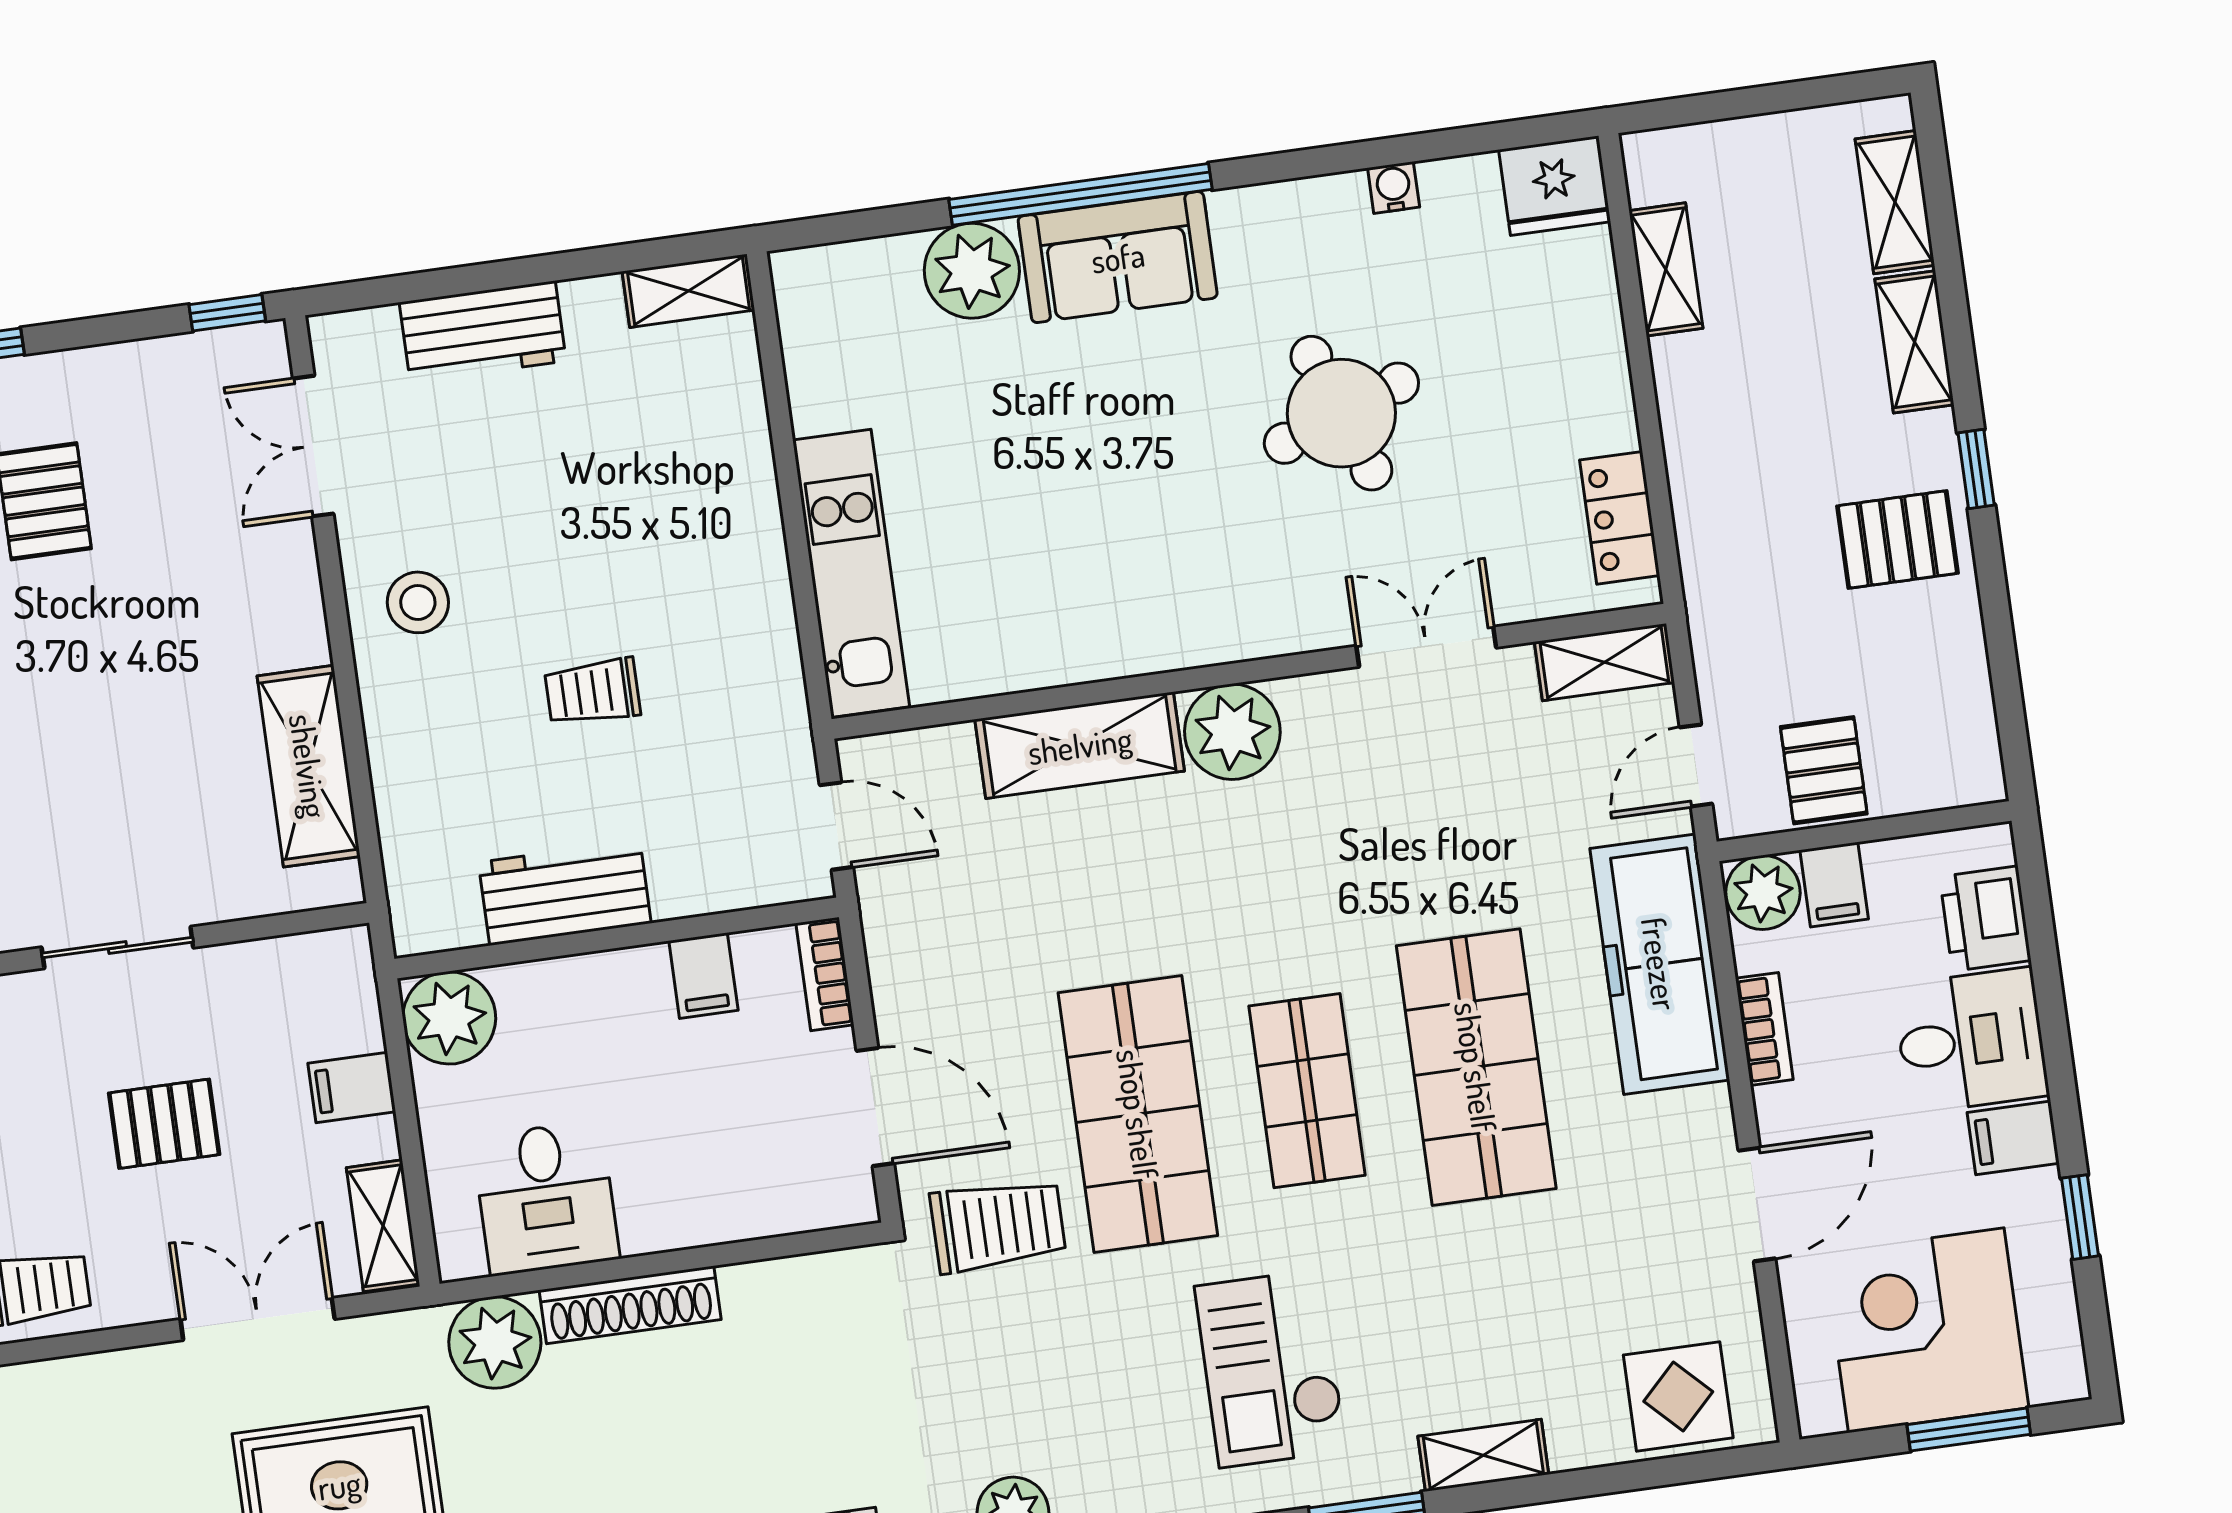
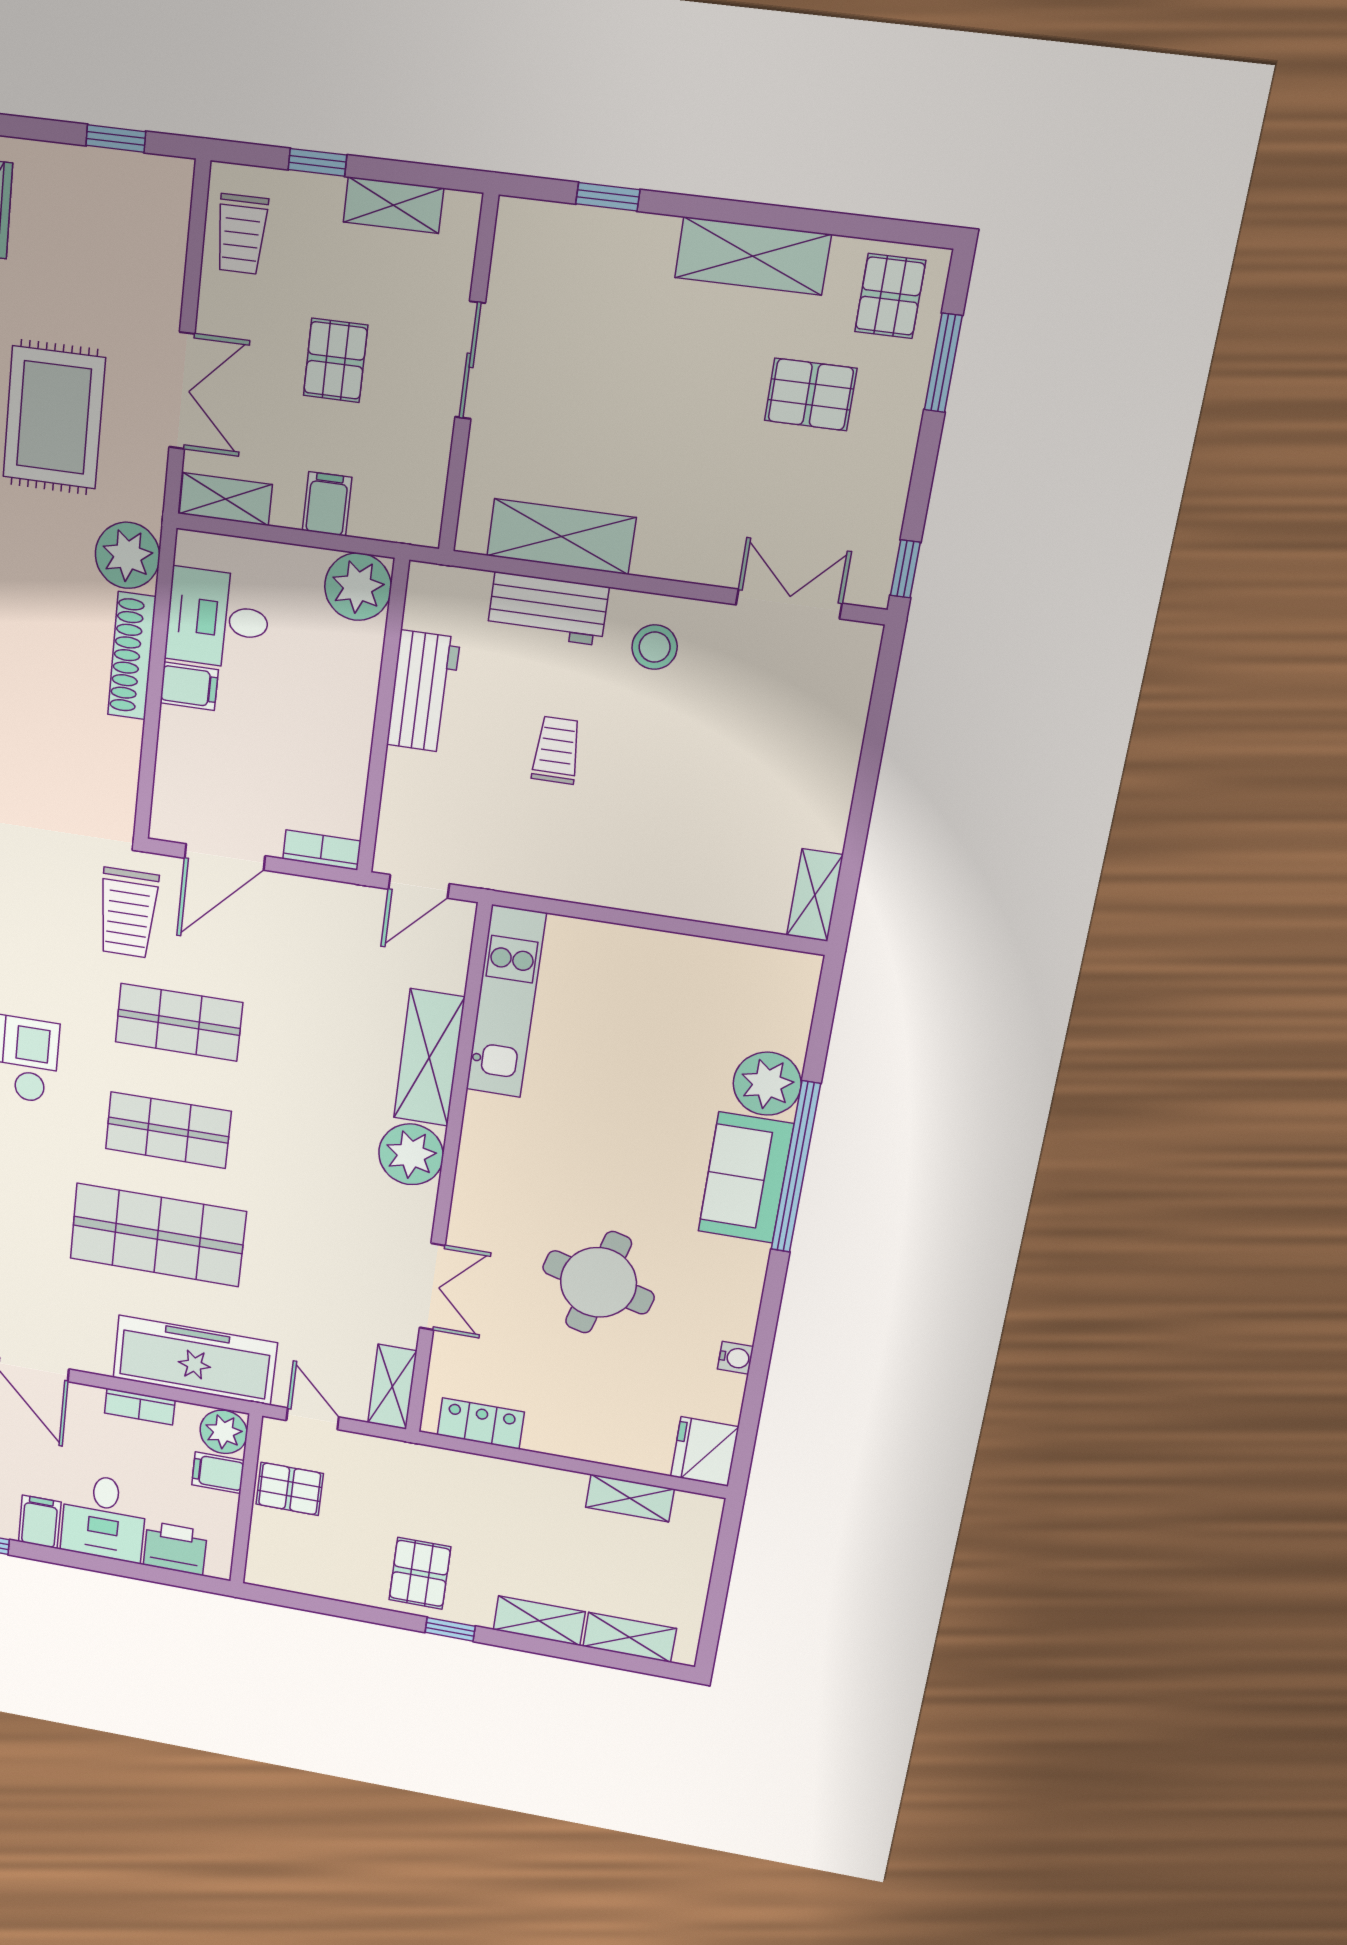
workbench: (483, 332) -> (548, 609), moved, turned -90
round table: (1341, 413) -> (598, 1282), turned 35
kitchen unit: (851, 573) -> (506, 1002), moved, turned -90
filing cabinet: (703, 976) -> (189, 686), moved, turned 180
shop shelf: (1138, 1114) -> (179, 1022), width x0.70, depth x0.74

